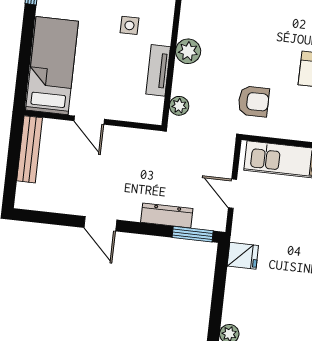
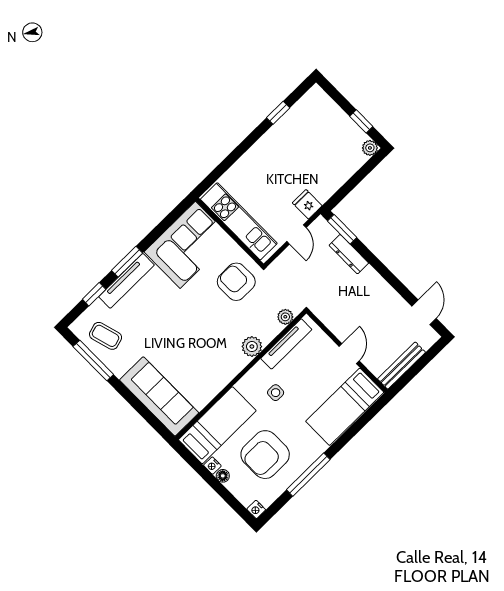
tv unit: (158, 70) -> (286, 344), width x1.41
armchair: (254, 101) -> (236, 282), width x1.38, depth x1.38
door: (100, 224) -> (424, 312), moved
fridge: (243, 256) -> (307, 204), moved

